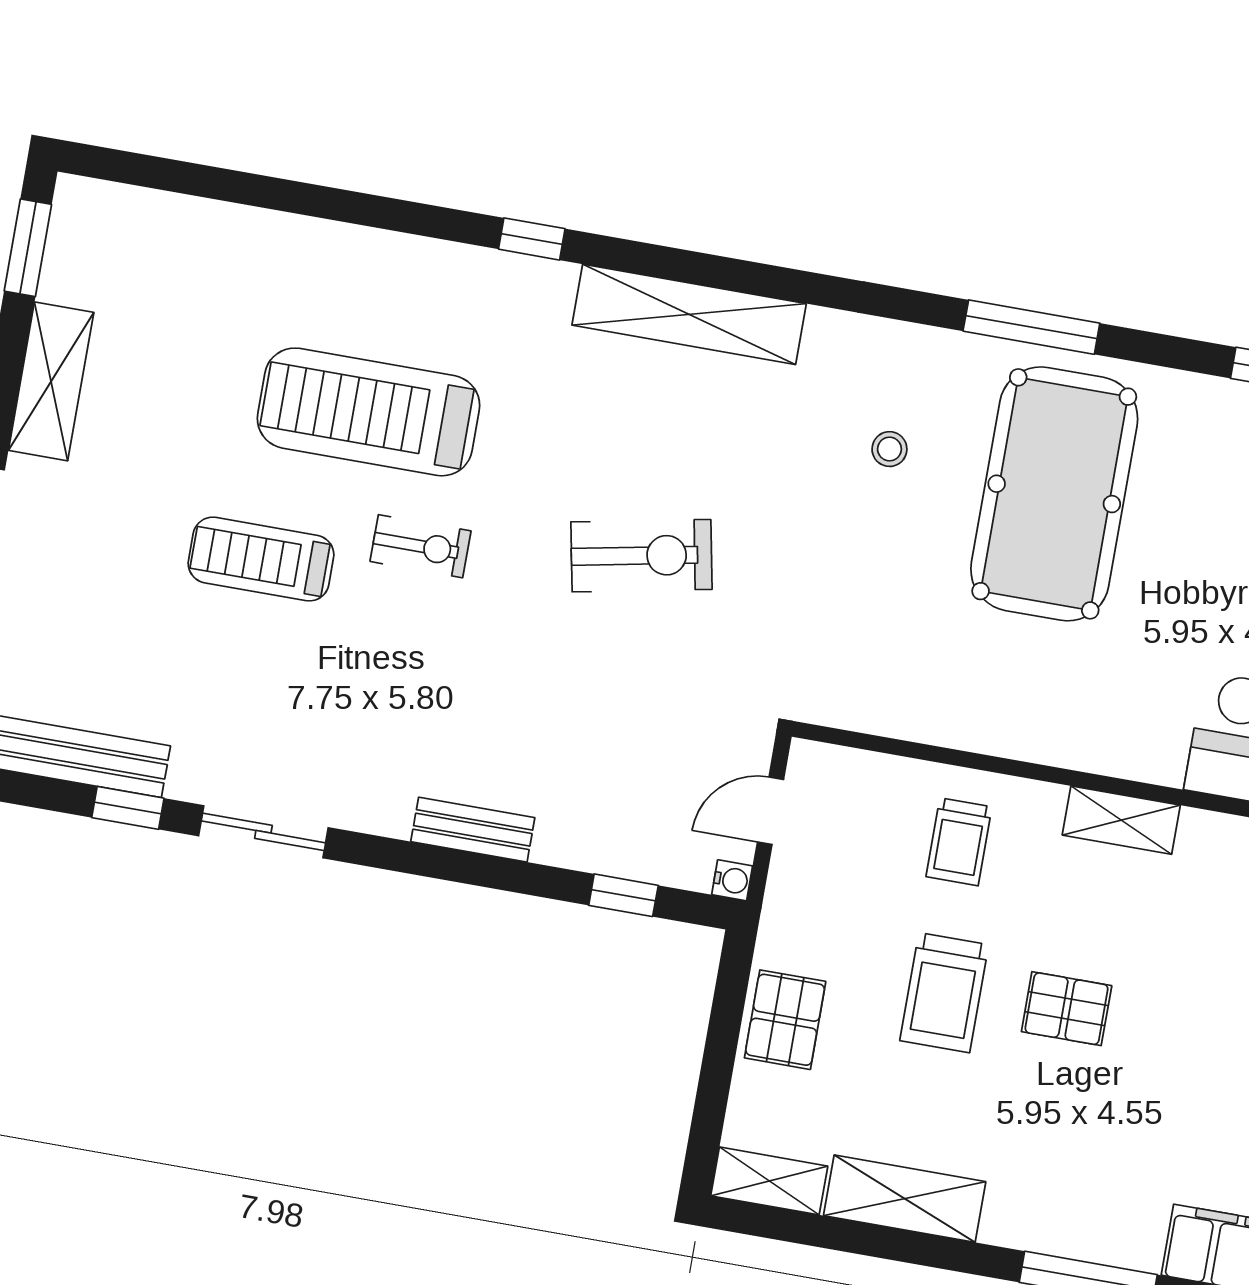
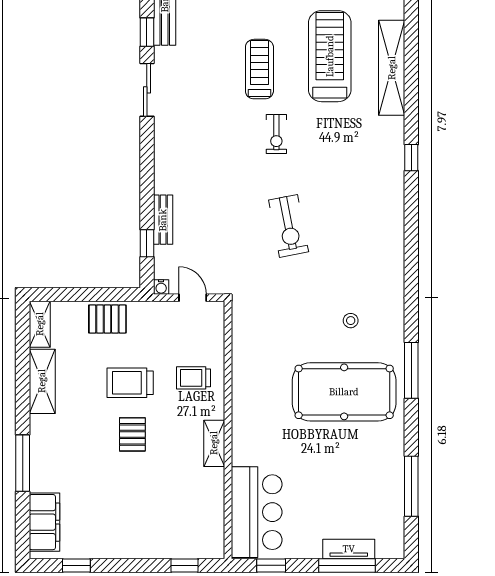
shelving: (689, 314) -> (392, 68), moved
treadmill: (368, 412) -> (330, 56), moved
bench: (473, 830) -> (163, 220), moved

